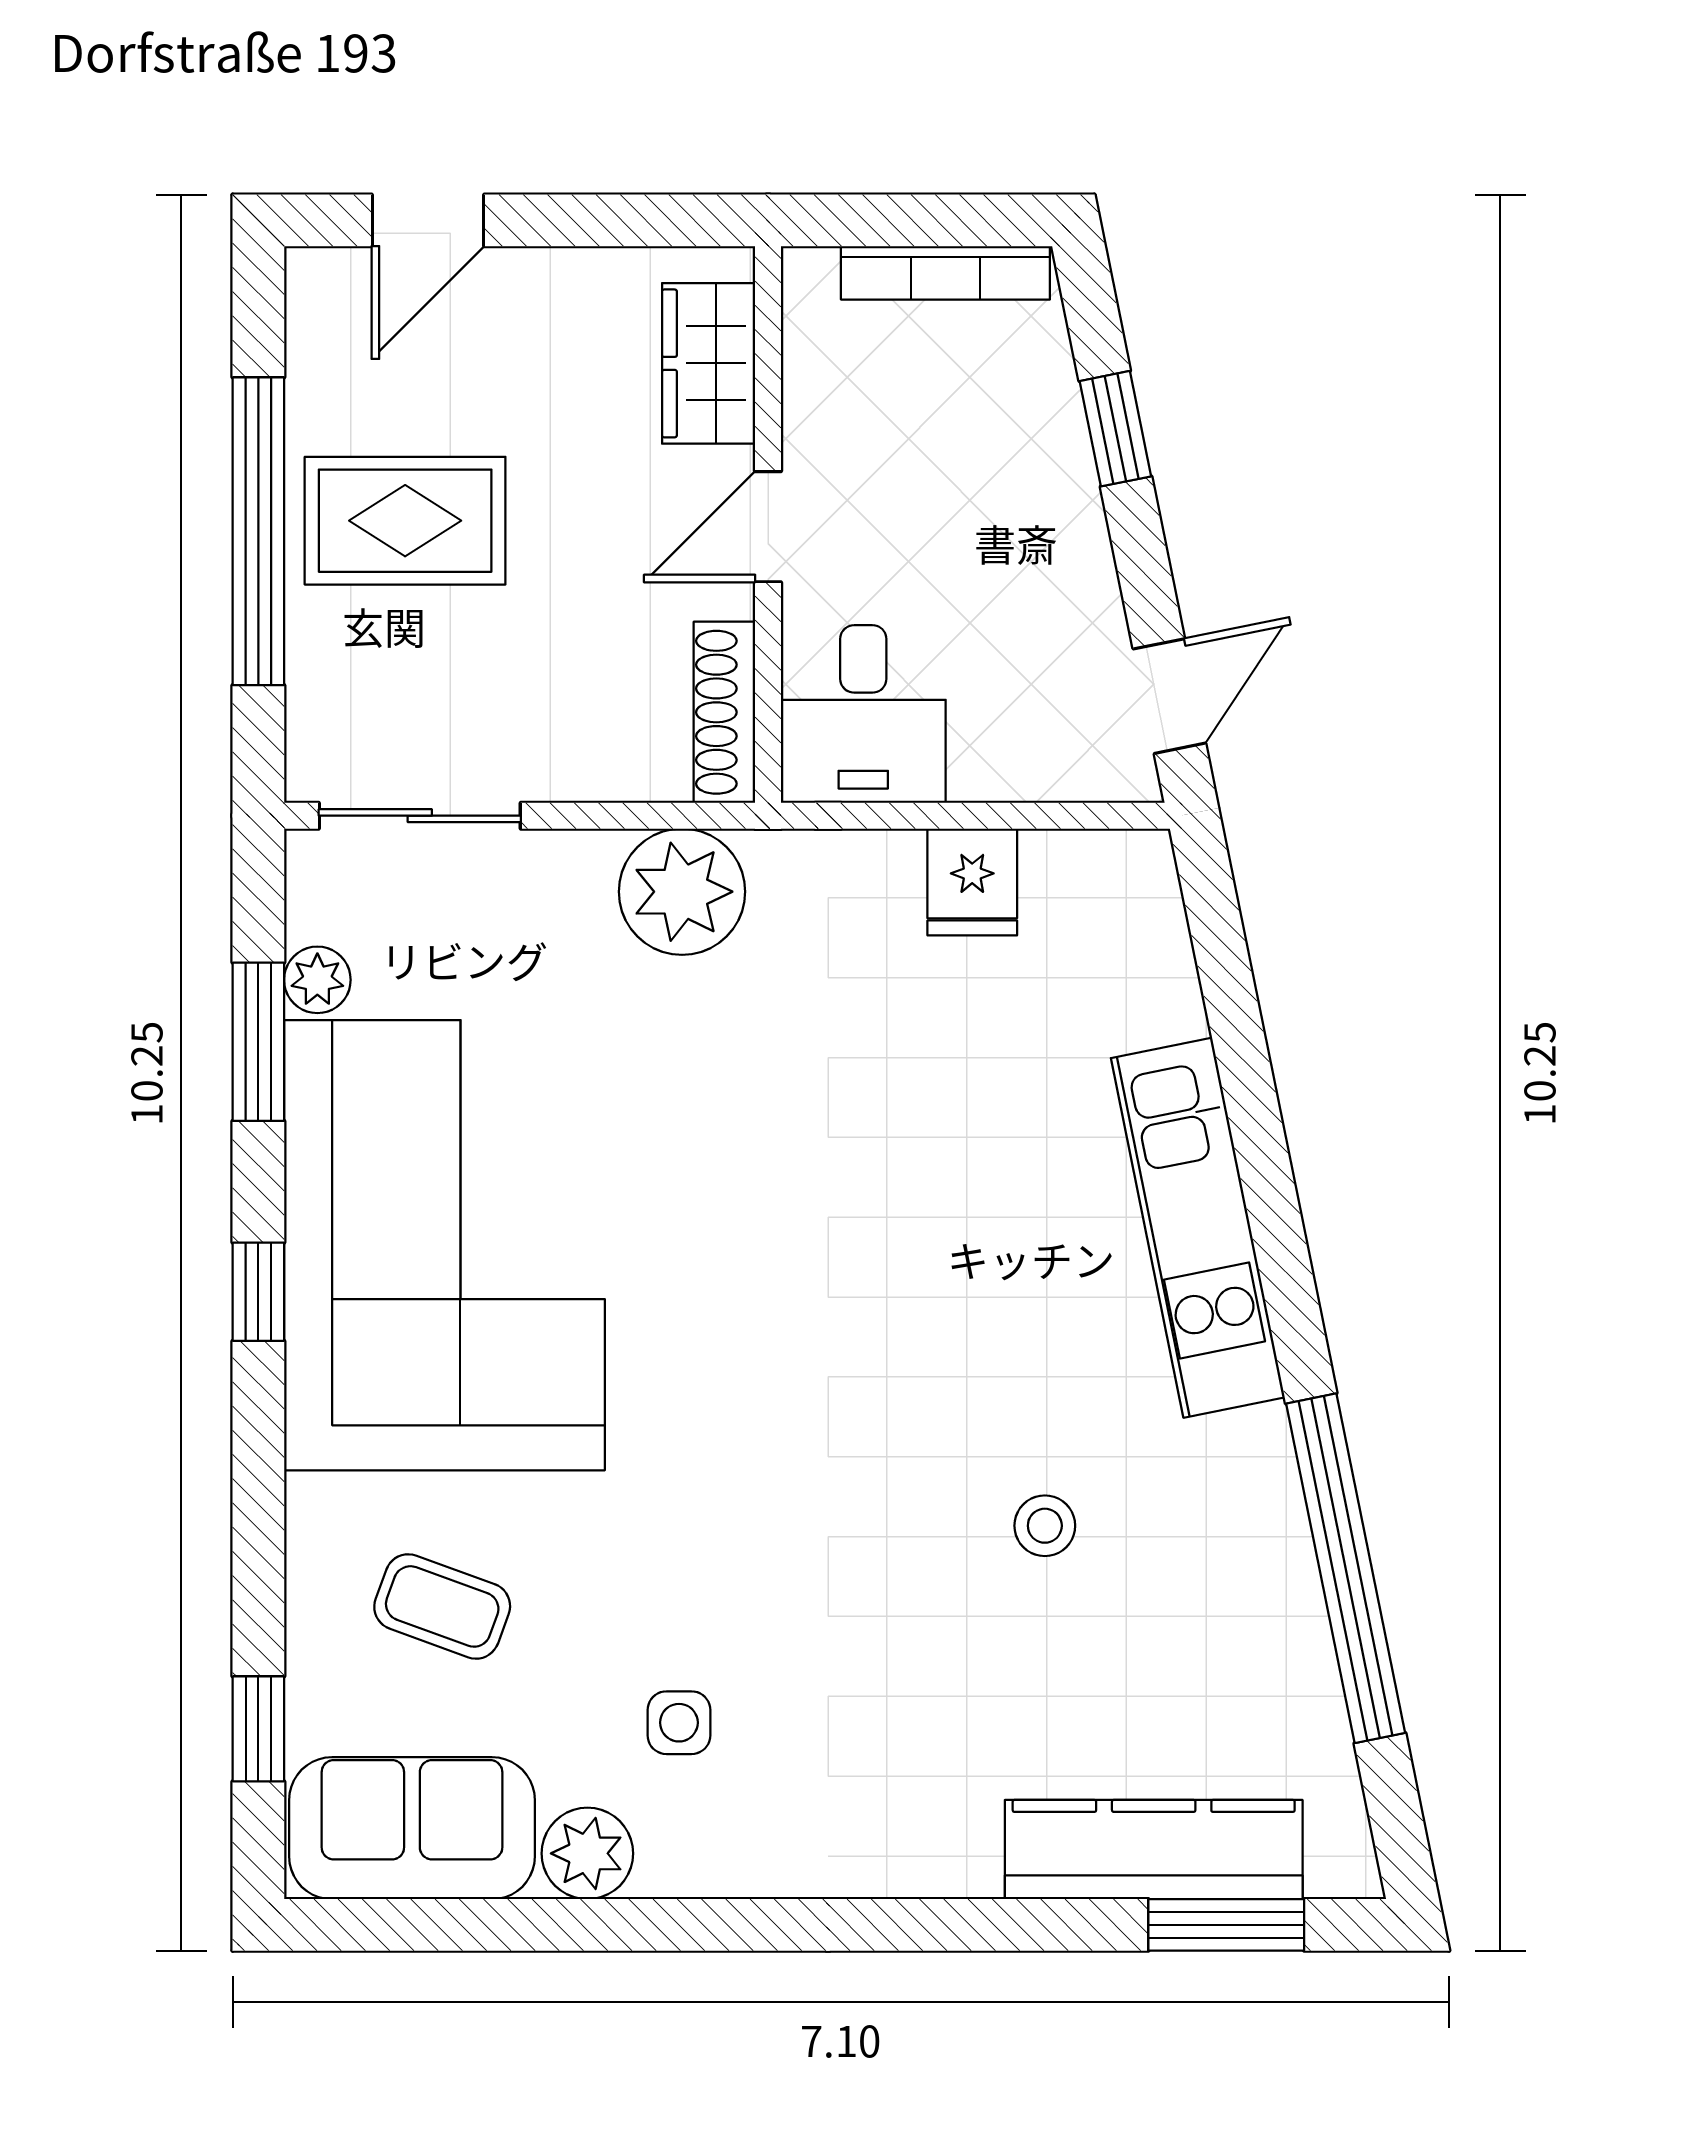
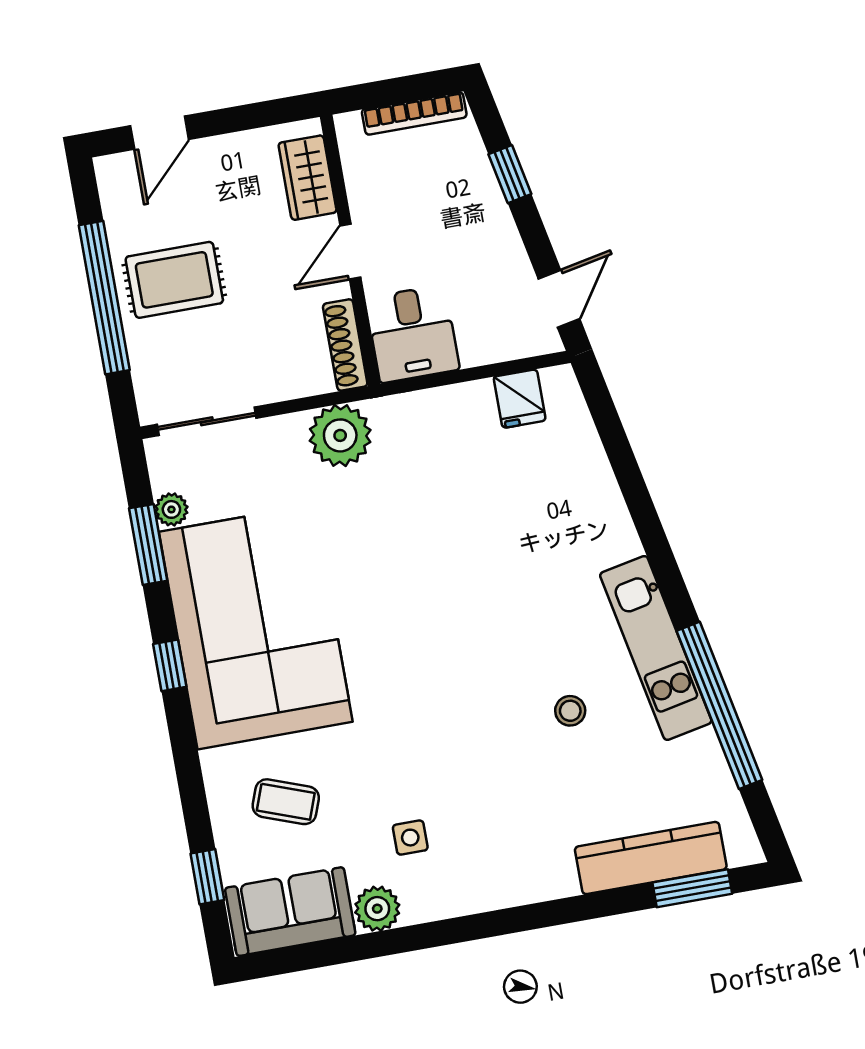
fridge: (972, 882) -> (520, 399), moved
kitchen unit: (1198, 1228) -> (656, 648), moved

